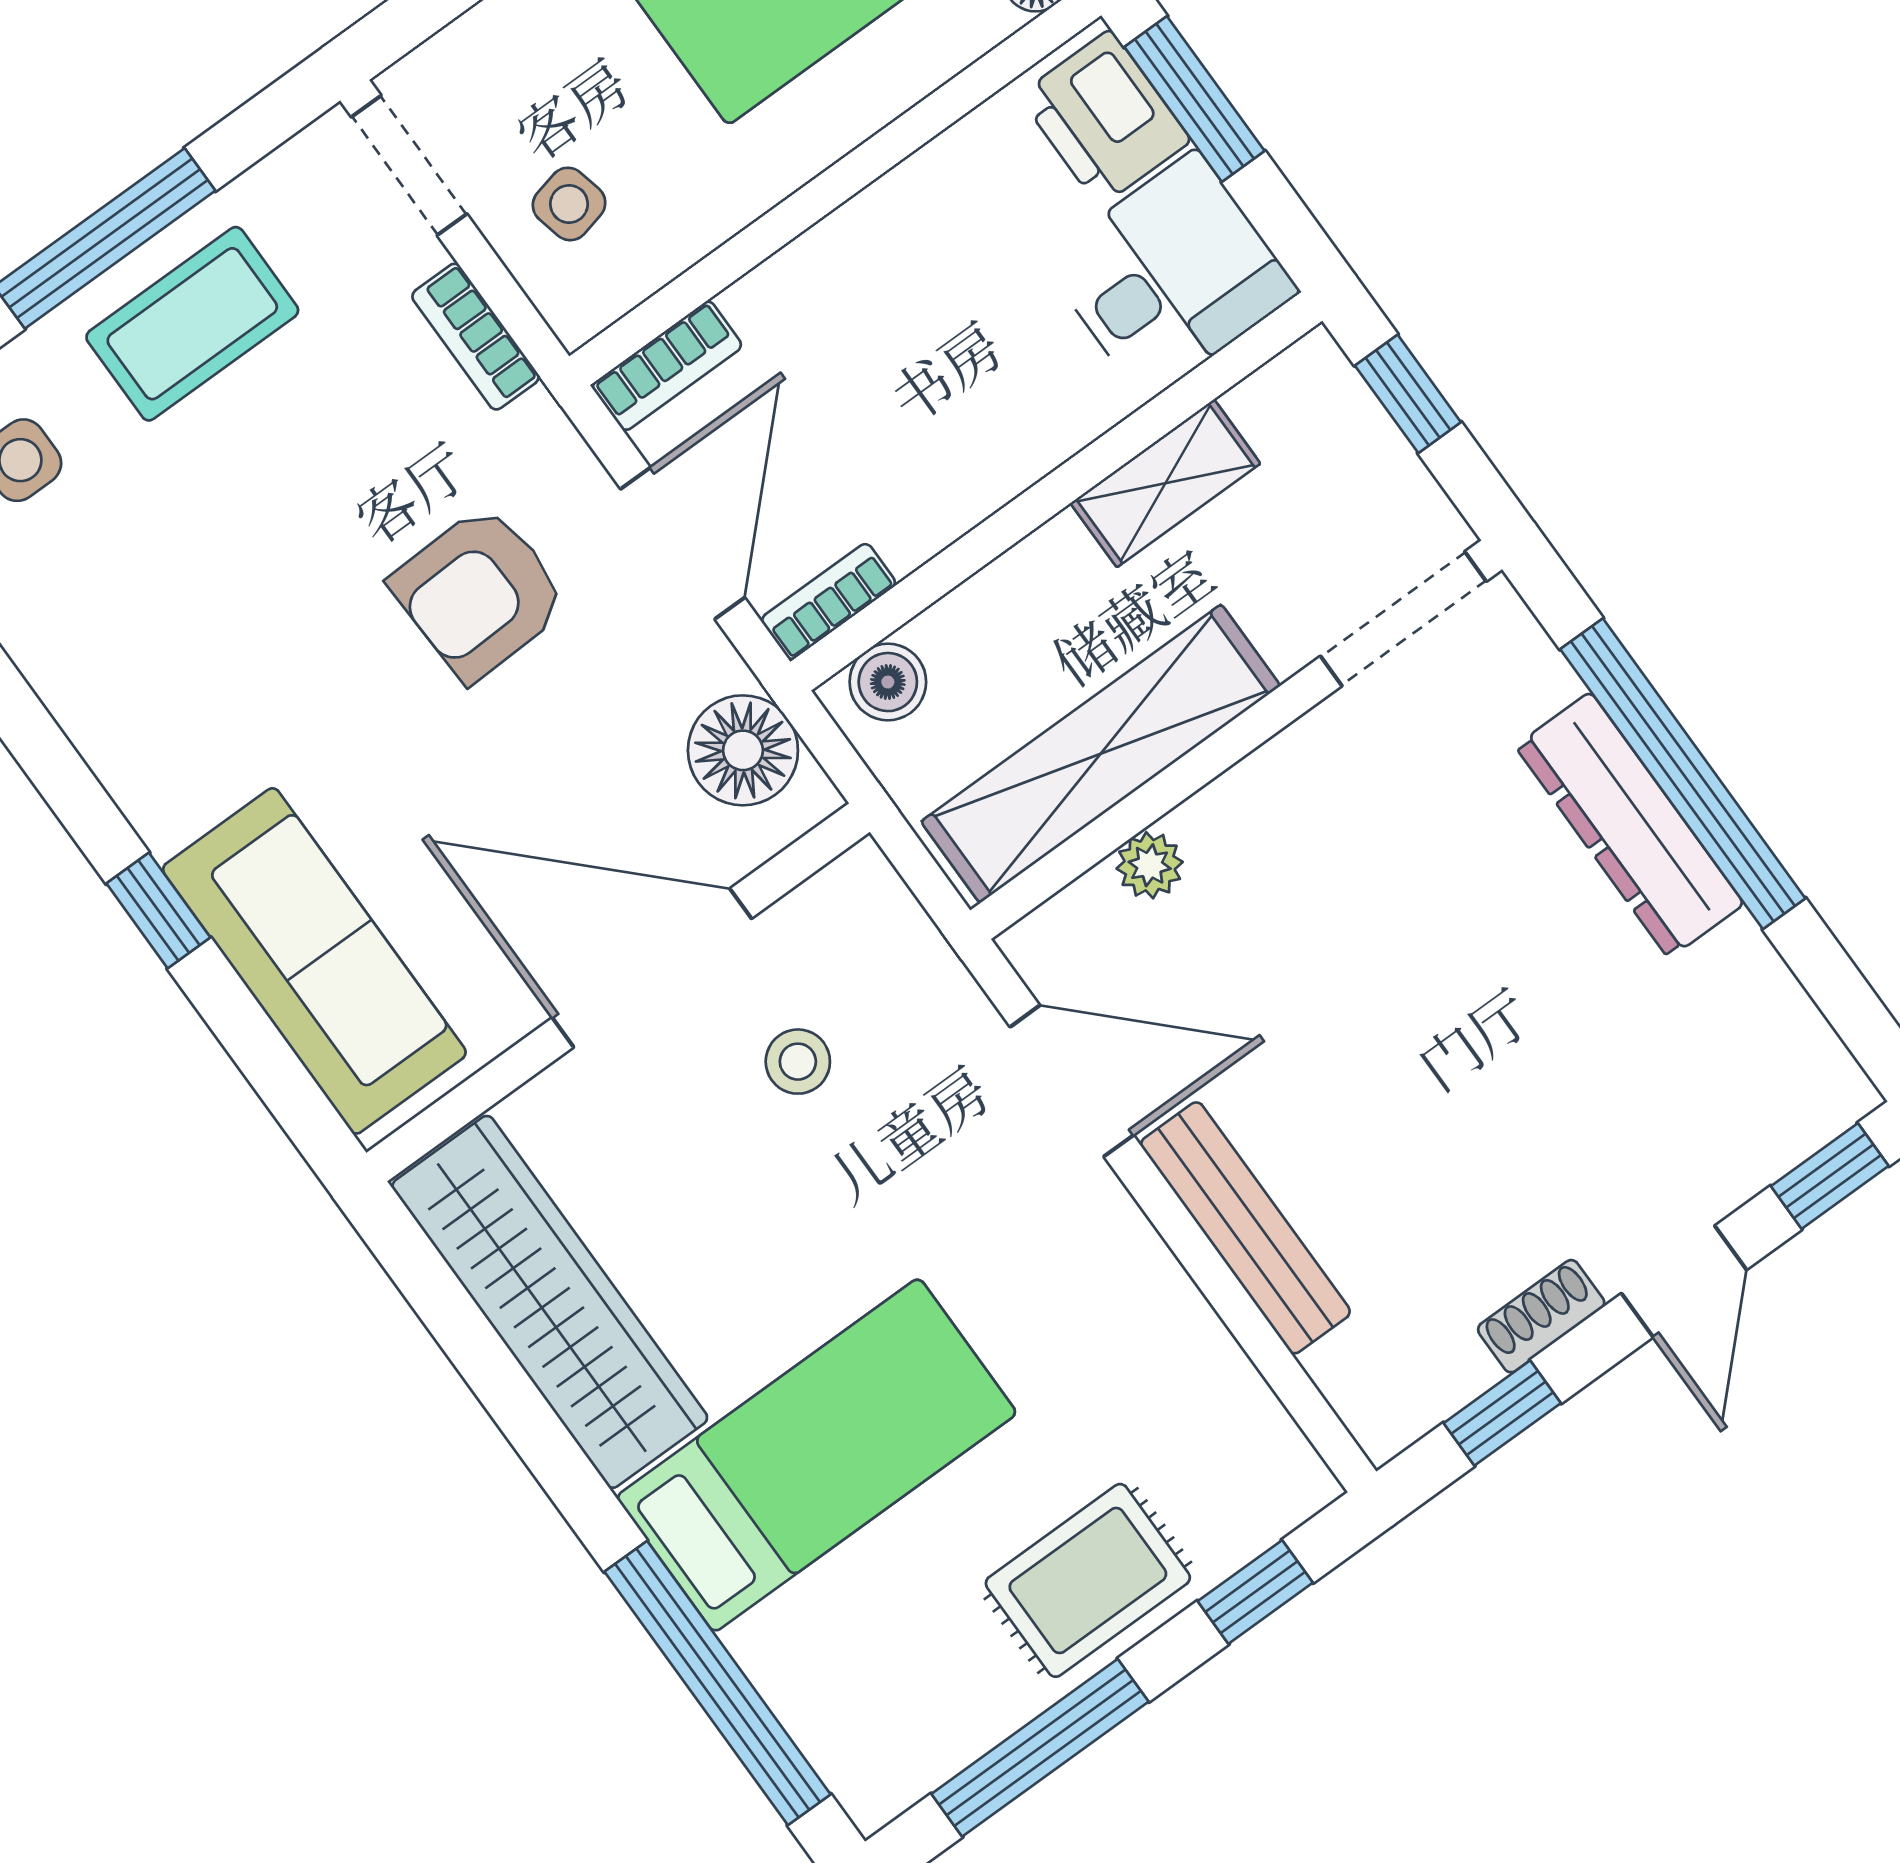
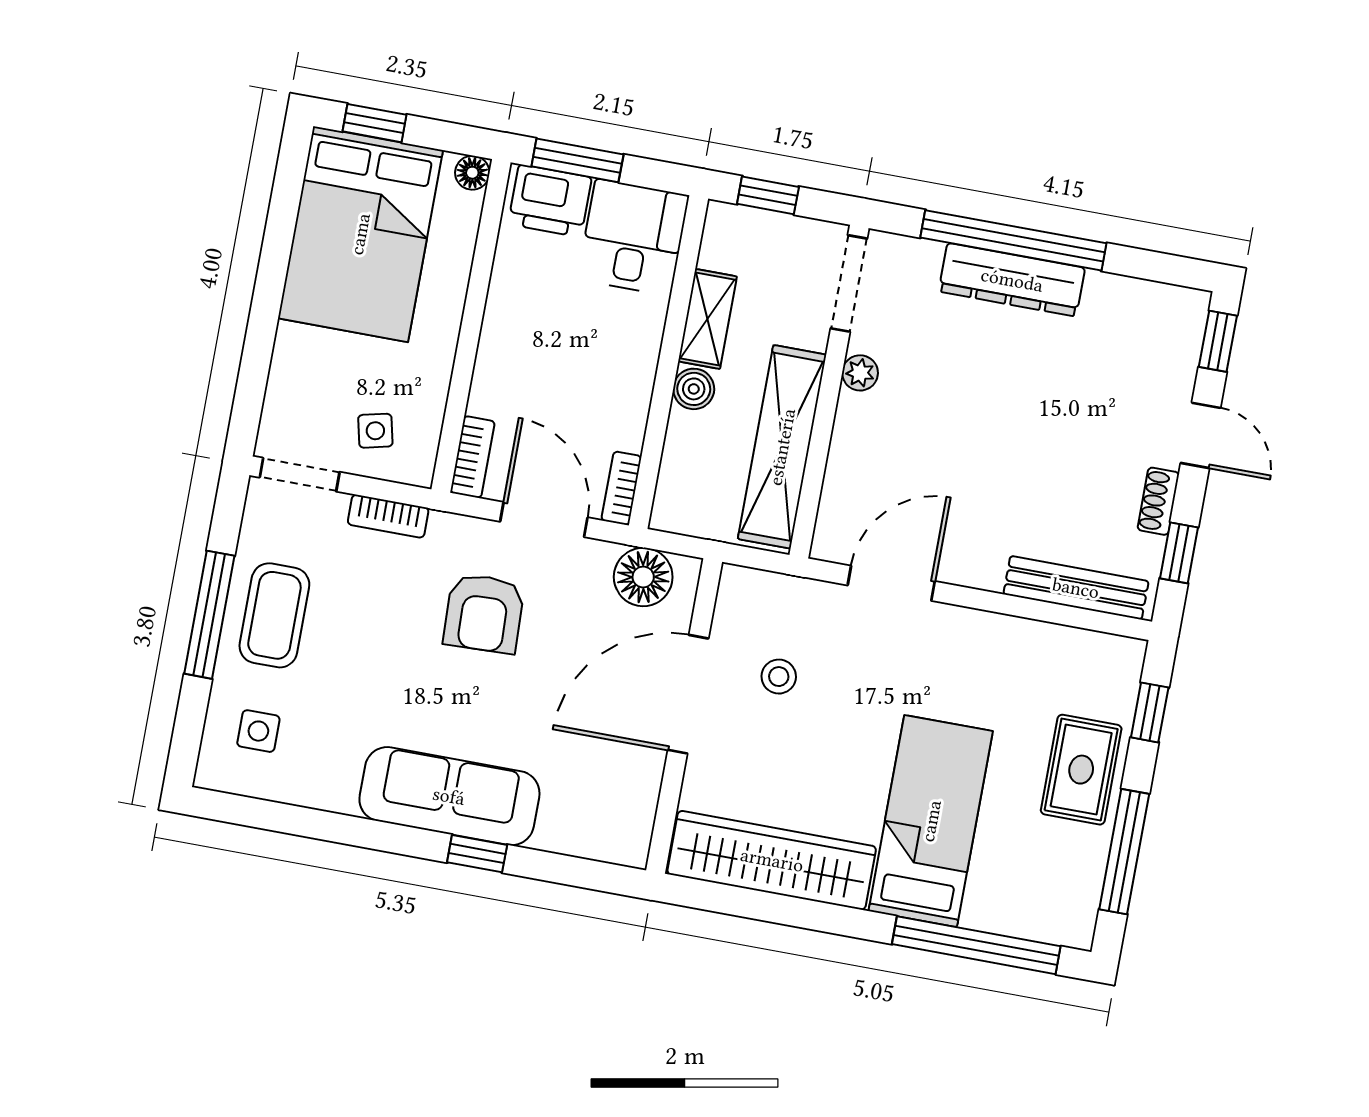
boiler: (888, 682) -> (694, 389), moved
plant: (1150, 865) -> (860, 373), moved
sofa: (314, 961) -> (449, 796), moved
bench: (1245, 1228) -> (1076, 588), moved

